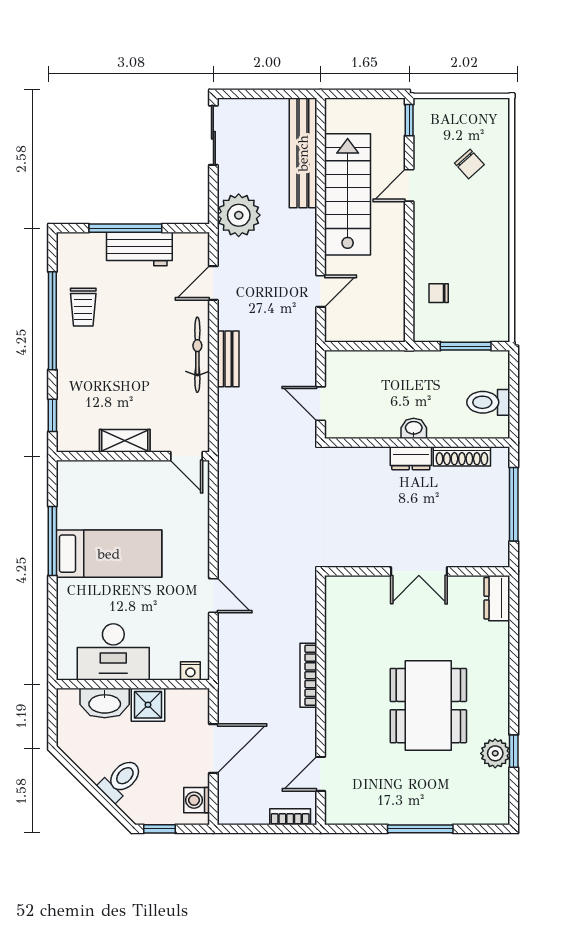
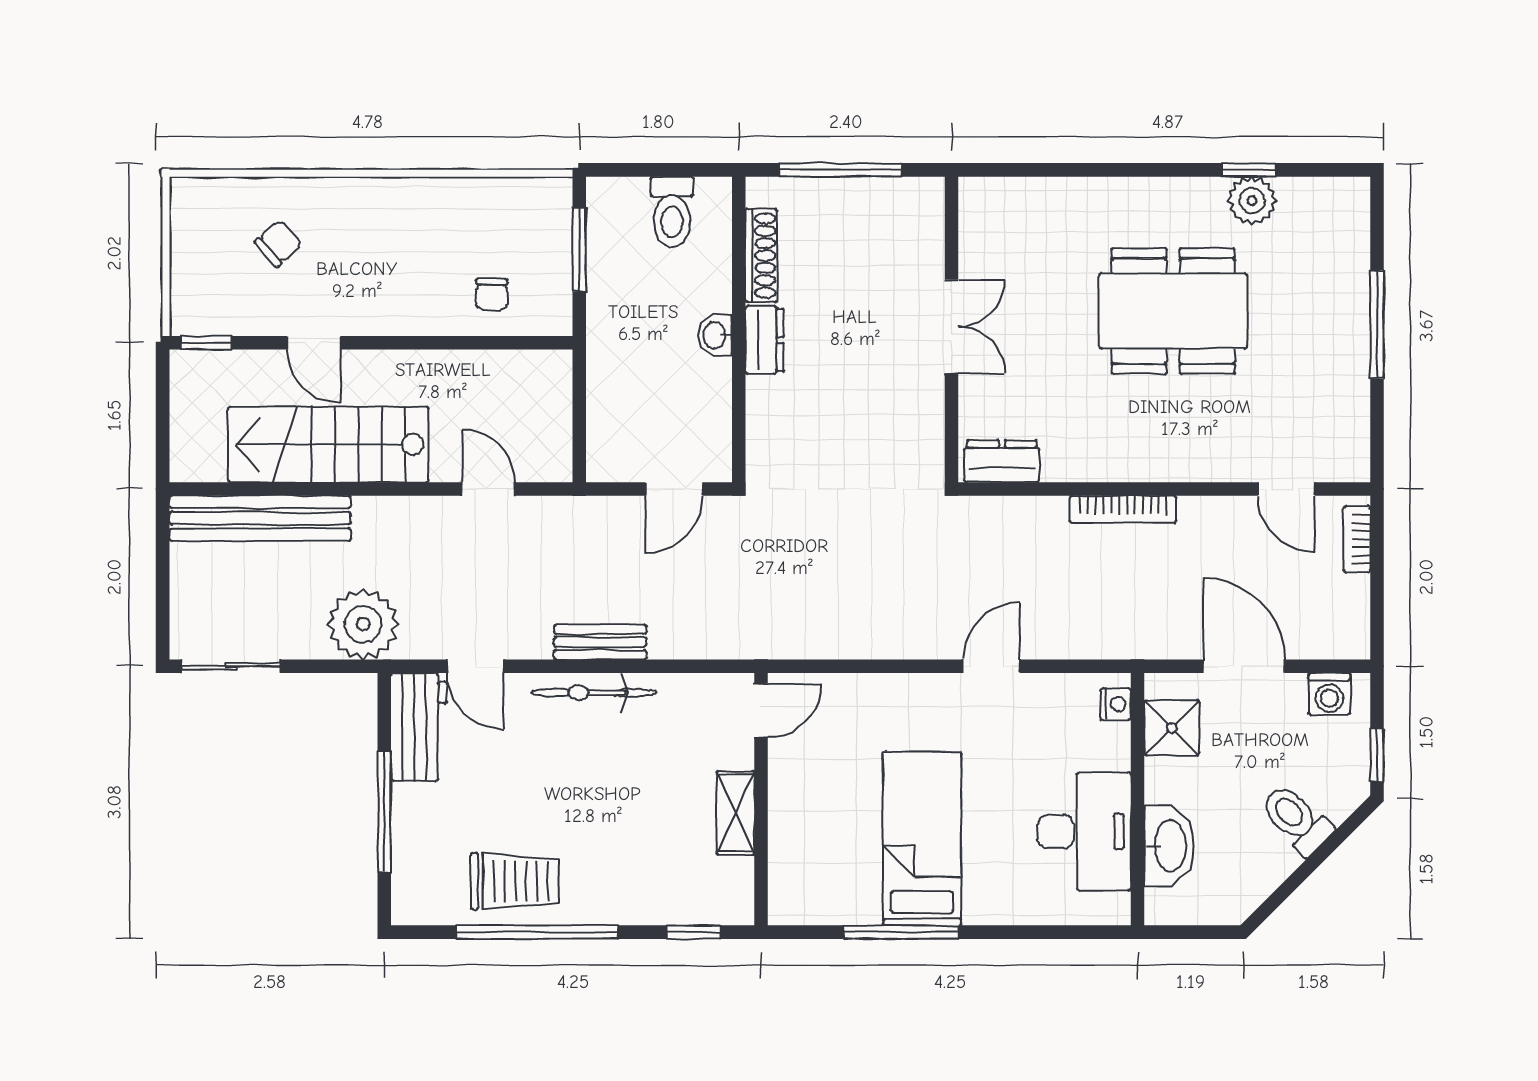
workbench: (139, 249) -> (419, 727), moved
trolley: (83, 307) -> (515, 881), width x1.36, depth x1.39
dresser: (497, 598) -> (1002, 461), moved, turned 180
shower: (148, 705) -> (1172, 728), moved

